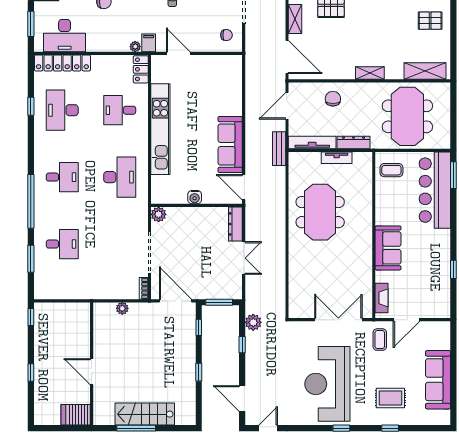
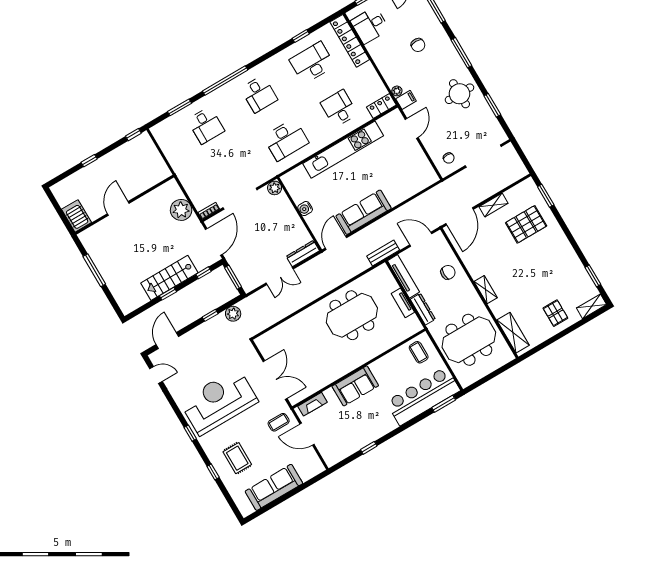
desk: (65, 36) -> (370, 25), width x0.73
plant: (122, 308) -> (181, 210), width x1.87, depth x1.87
stairs: (145, 414) -> (169, 278), moved, turned -90

